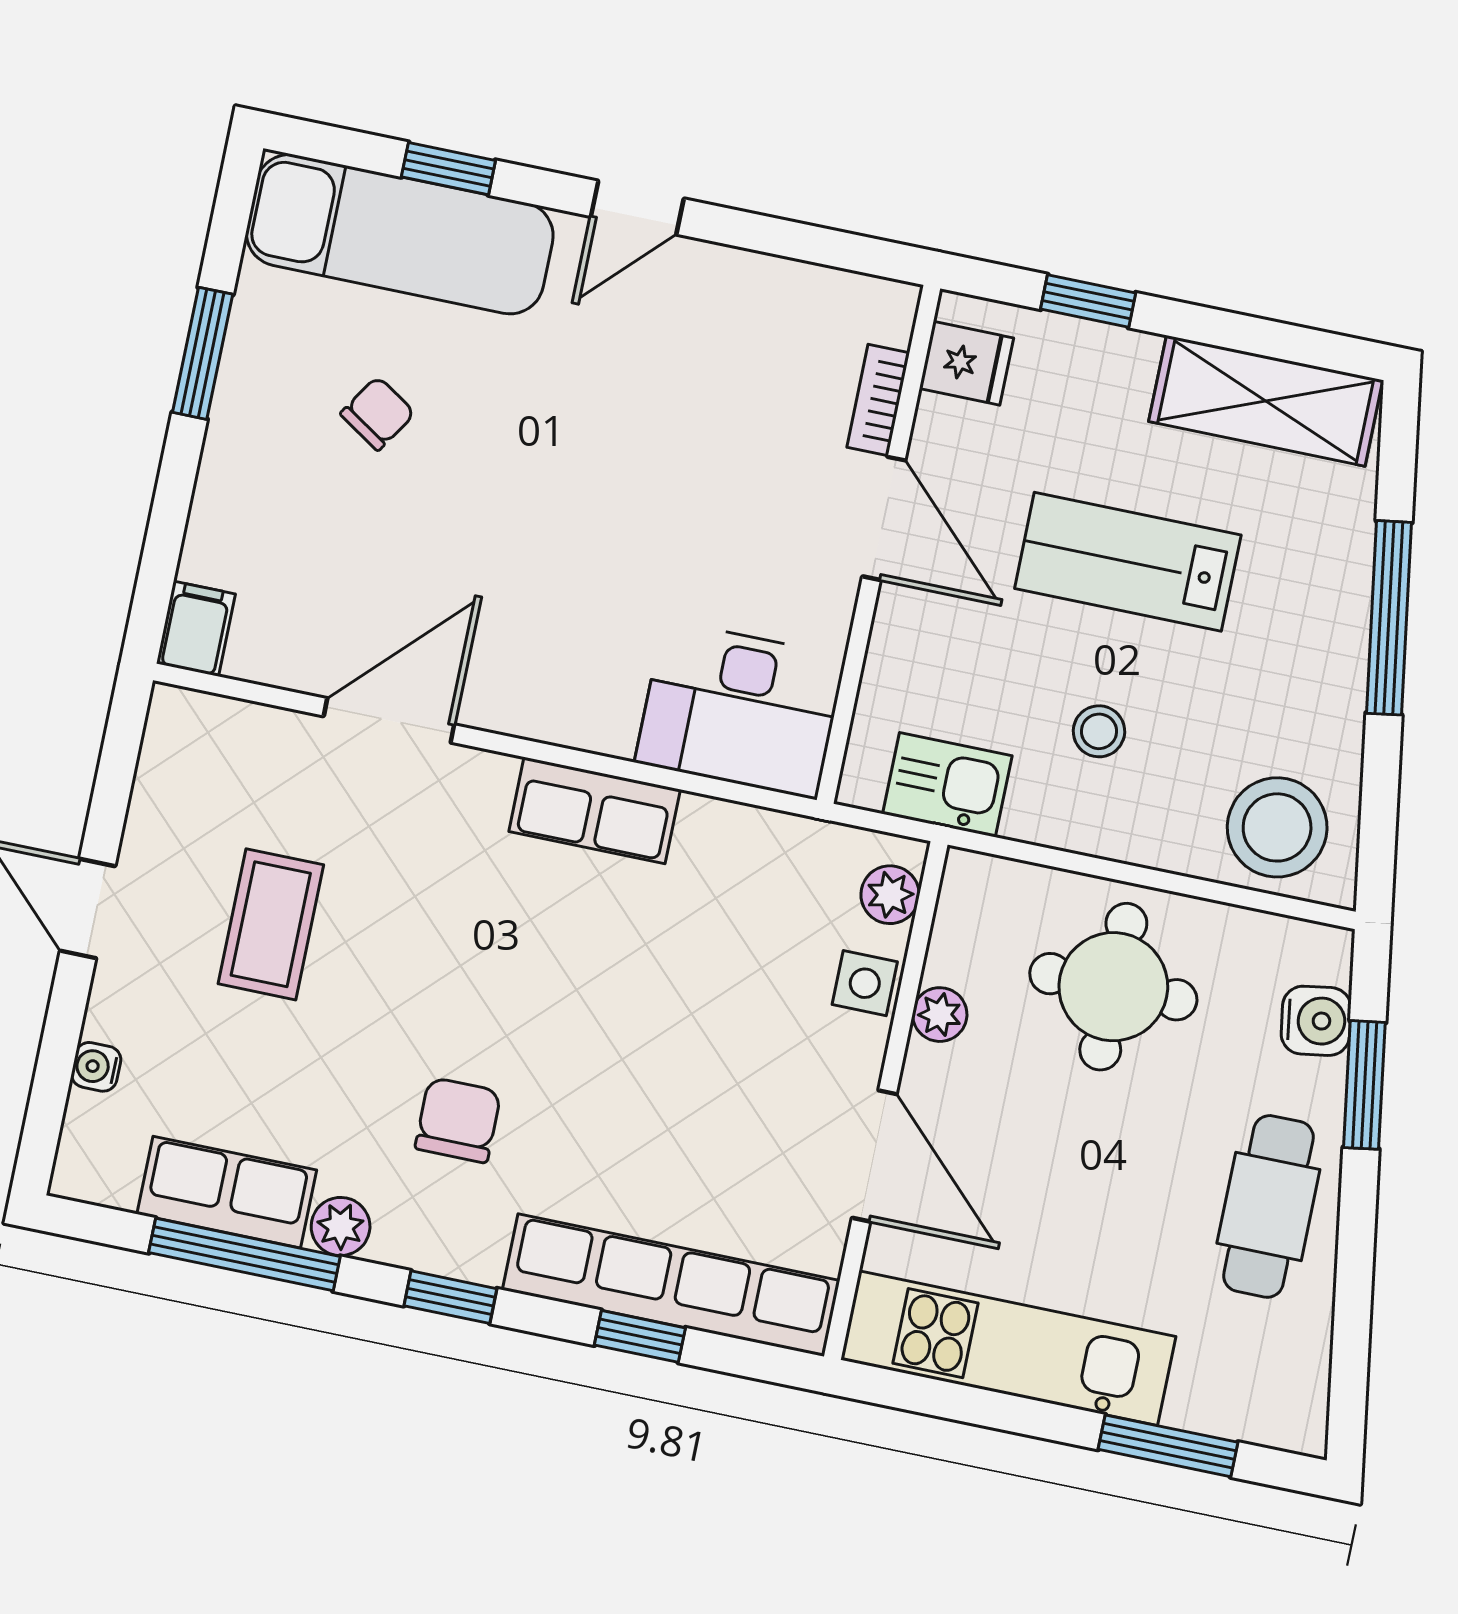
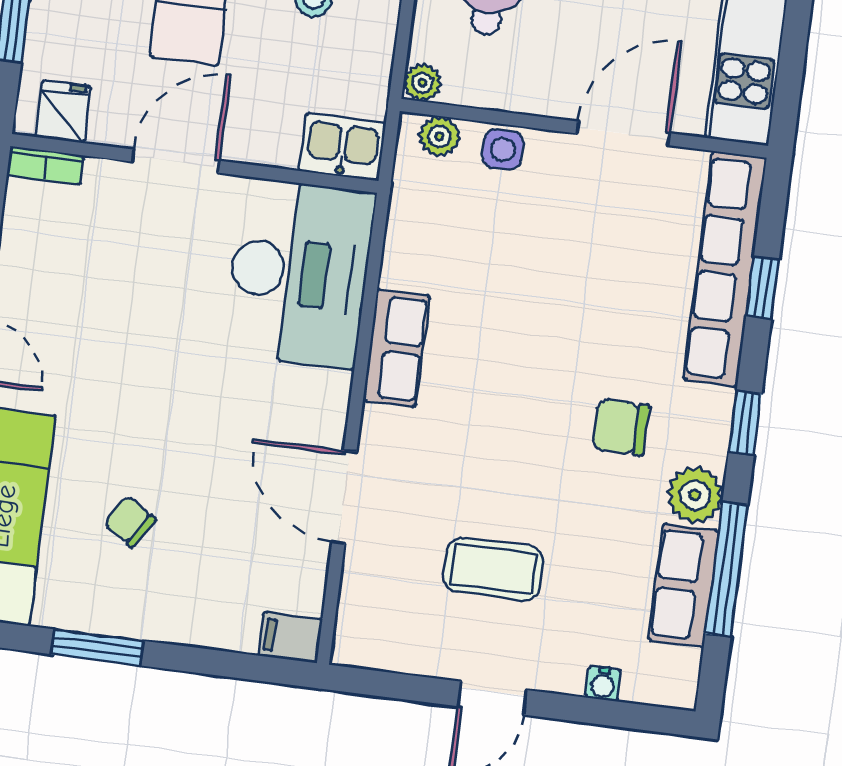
bookcase: (878, 400) -> (45, 165), moved
desk: (740, 710) -> (299, 273), width x1.36, depth x1.30
kitchen sink: (947, 785) -> (342, 147), moved, turned 90
plant: (940, 1015) -> (422, 83), moved
plant: (341, 1227) -> (695, 495), width x1.38, depth x1.38

